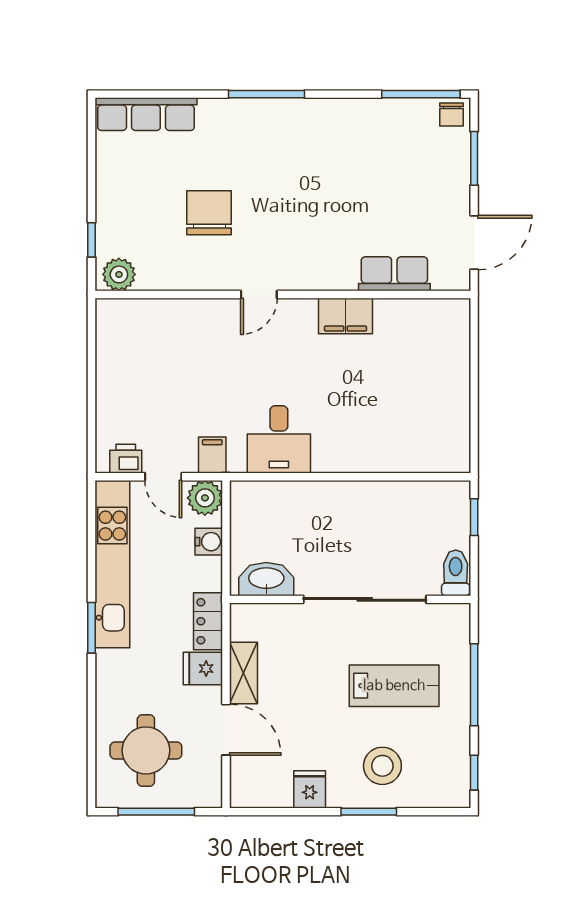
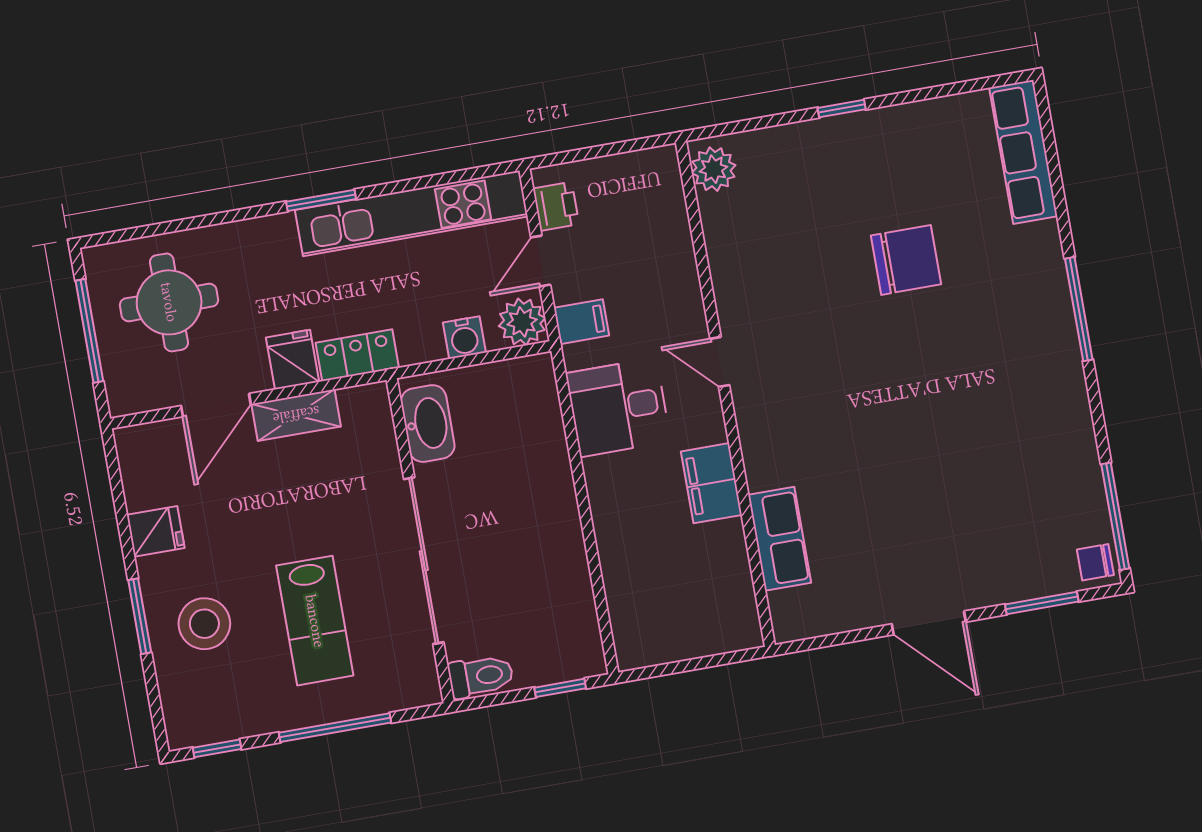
plant: (119, 274) -> (713, 169), moved
row of seats: (394, 274) -> (780, 539), moved
door: (259, 294) -> (720, 362), moved
wall: (283, 294) -> (725, 394), moved
filing cabinet: (345, 316) -> (711, 483), moved

